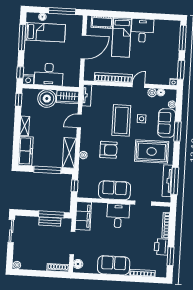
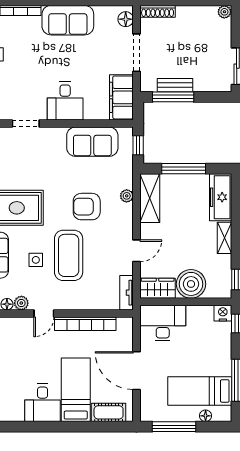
door: (83, 47) -> (137, 371), hinge flipped
desk: (49, 74) -> (163, 323), moved
sofa: (115, 190) -> (92, 142), moved

